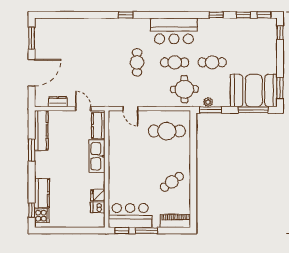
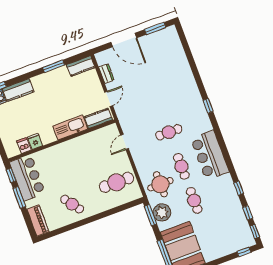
plant: (208, 102) -> (162, 212), width x1.87, depth x1.87
kitchen counter: (41, 130) -> (81, 66), width x0.67
cafe table: (167, 131) -> (116, 182), turned 90

